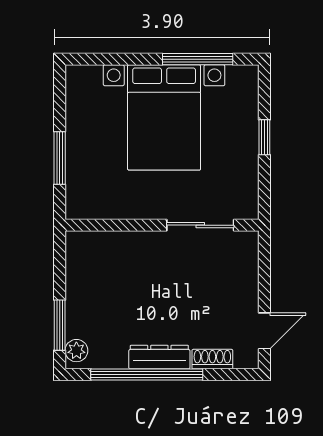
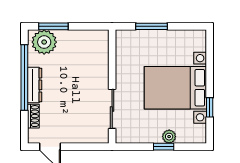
window: (198, 59) -> (210, 107), width x0.46
plant: (247, 128) -> (169, 137), added
plant: (76, 351) -> (44, 42), width x1.87, depth x1.87

